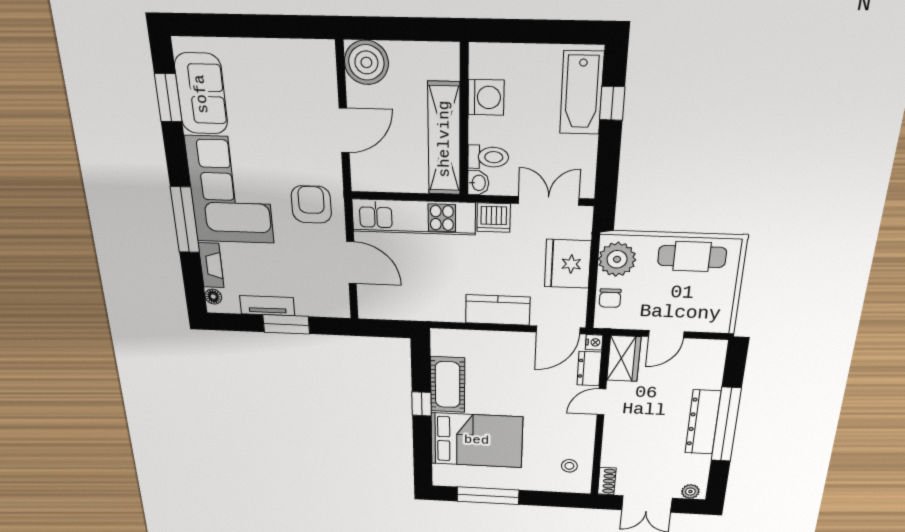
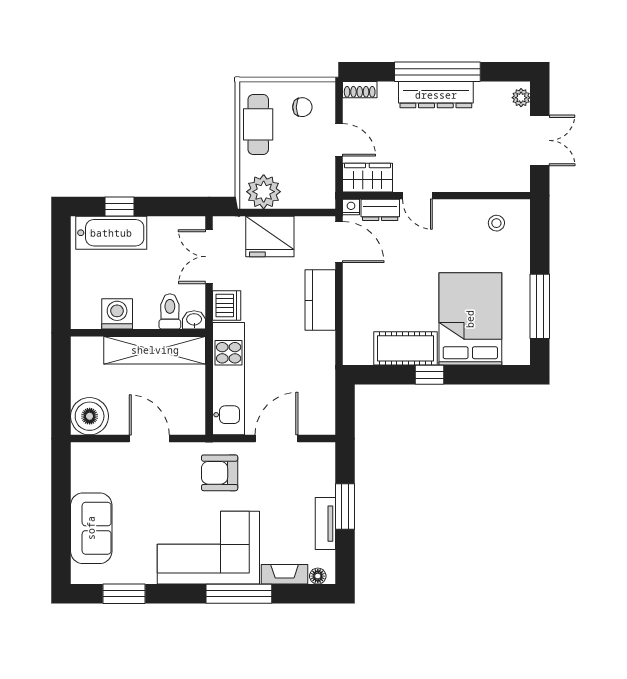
sofa: (201, 94) -> (91, 528), moved, turned 90
chair: (610, 298) -> (302, 107), moved
shoe rack: (607, 481) -> (360, 90), moved, turned 180

